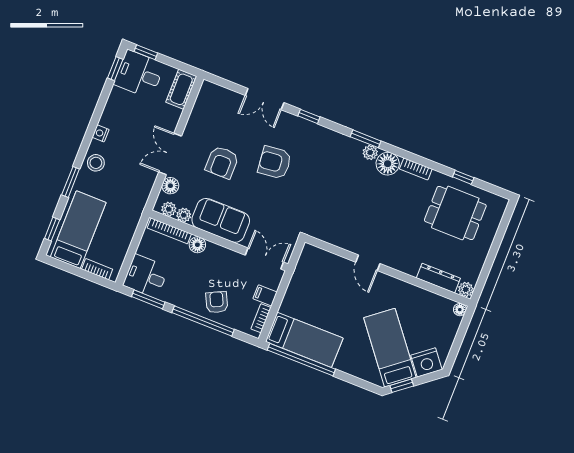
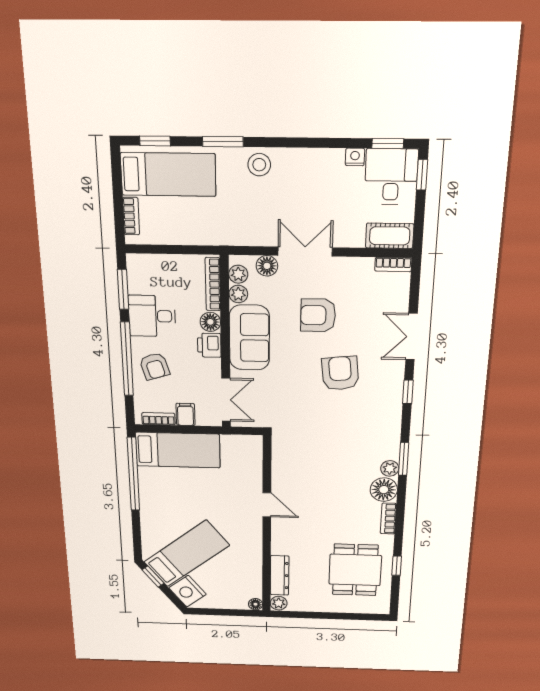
bookcase: (204, 94) -> (393, 265), added
nightstand: (101, 133) -> (355, 157), moved
printer: (215, 253) -> (209, 345), added
door: (368, 263) -> (267, 505), swing flipped
desk: (146, 276) -> (152, 316), moved, turned -90
armchair: (217, 302) -> (155, 366), turned 99
bed: (304, 340) -> (178, 450), moved, turned -90

